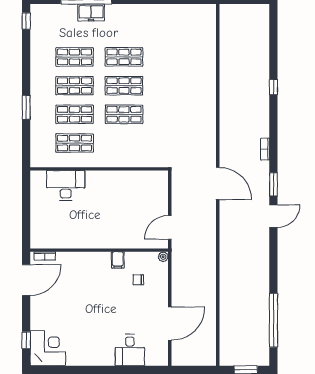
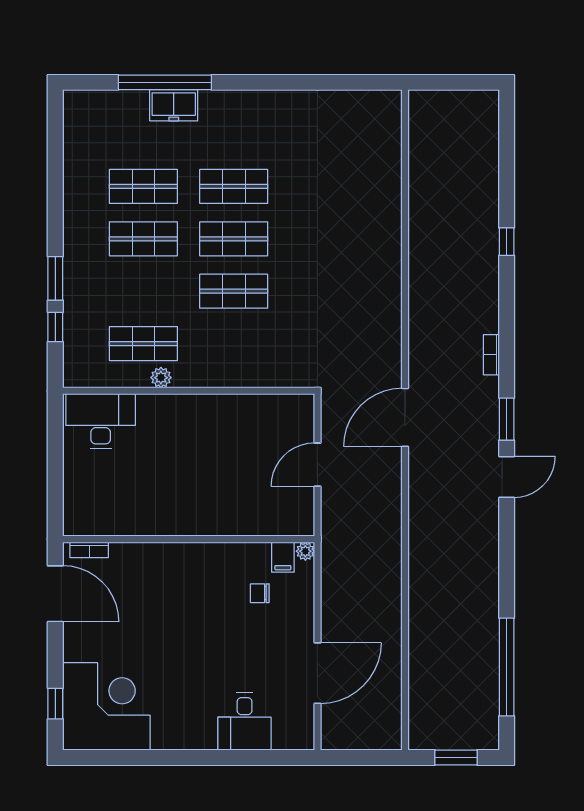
window: (26, 21) -> (55, 327), moved
shop shelf: (74, 114) -> (143, 291), removed
plant: (84, 162) -> (161, 378), added
door: (218, 183) -> (405, 417), swing flipped
desk: (66, 185) -> (101, 421), moved
door: (170, 227) -> (317, 465), moved
filing cabinet: (118, 260) -> (283, 557), moved
door: (26, 280) -> (55, 594), hinge flipped
corner desk: (48, 348) -> (106, 706), width x1.36, depth x1.36

